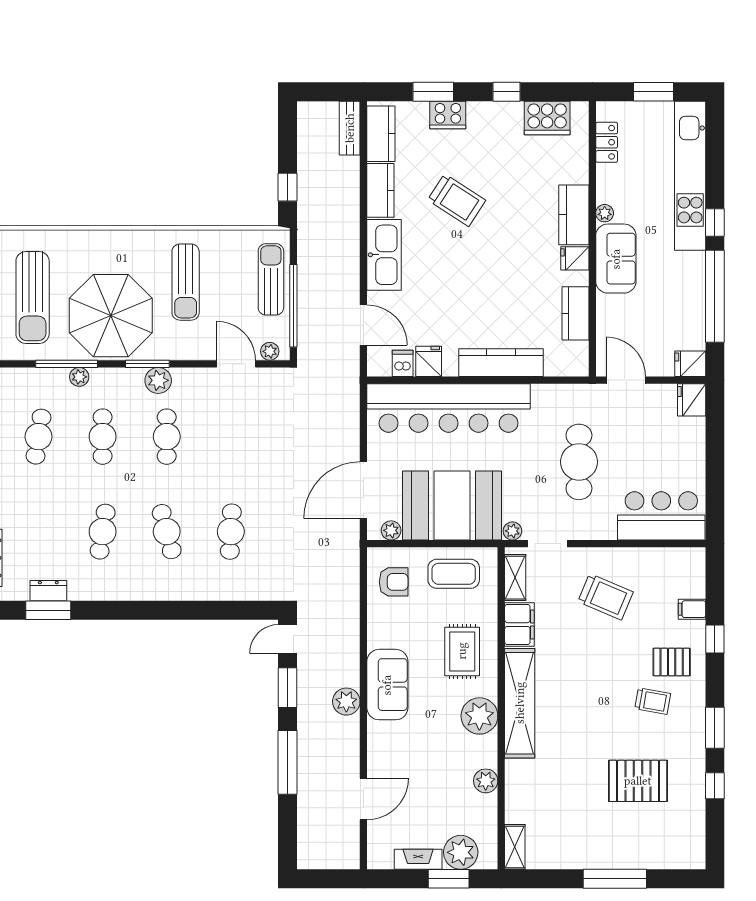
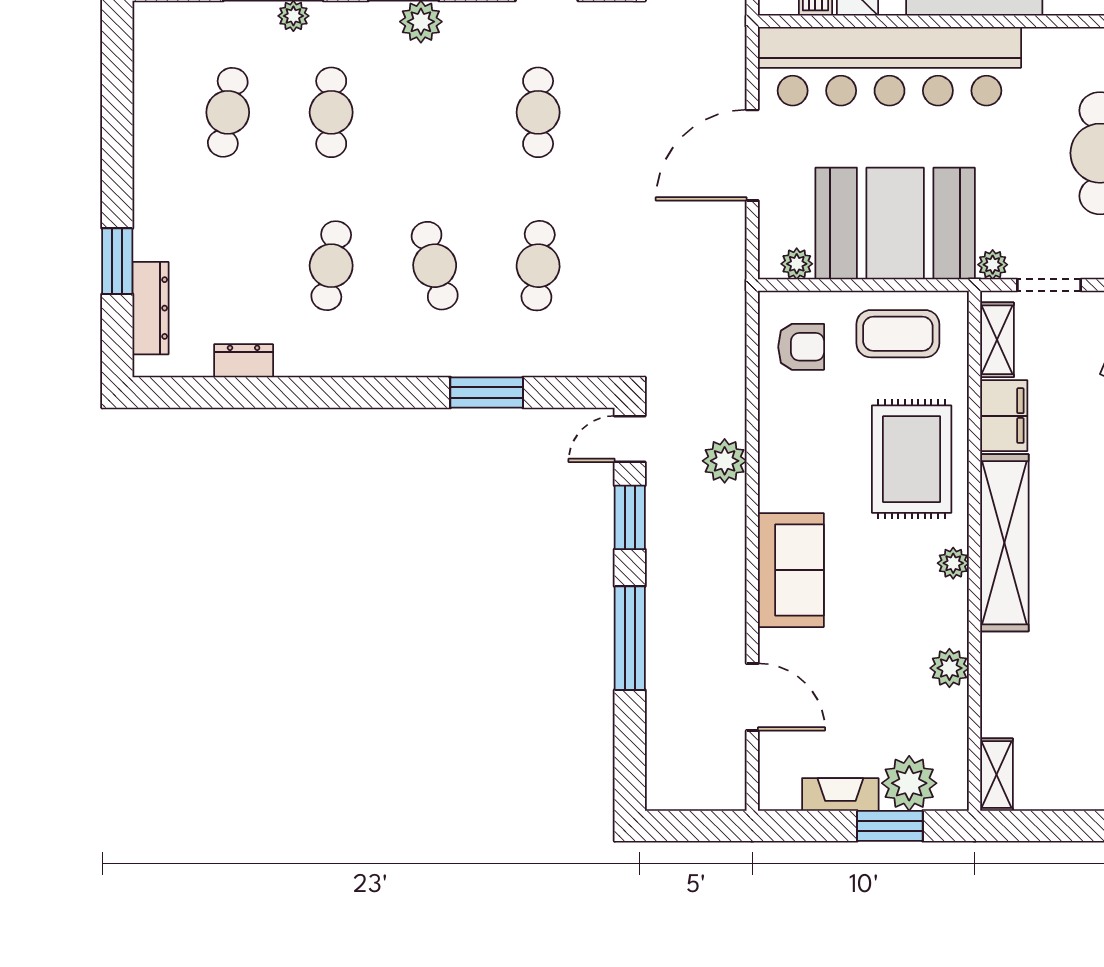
cafe table: (167, 437) -> (538, 112), moved
door: (363, 490) -> (752, 155), moved
window: (48, 610) -> (487, 392), moved
rug: (462, 651) -> (912, 459), width x1.36, depth x1.43
sofa: (387, 685) -> (791, 570), moved
plant: (346, 702) -> (725, 461), moved
plant: (479, 716) -> (953, 563), width x0.53, depth x0.53
door: (363, 799) -> (752, 697), hinge flipped

